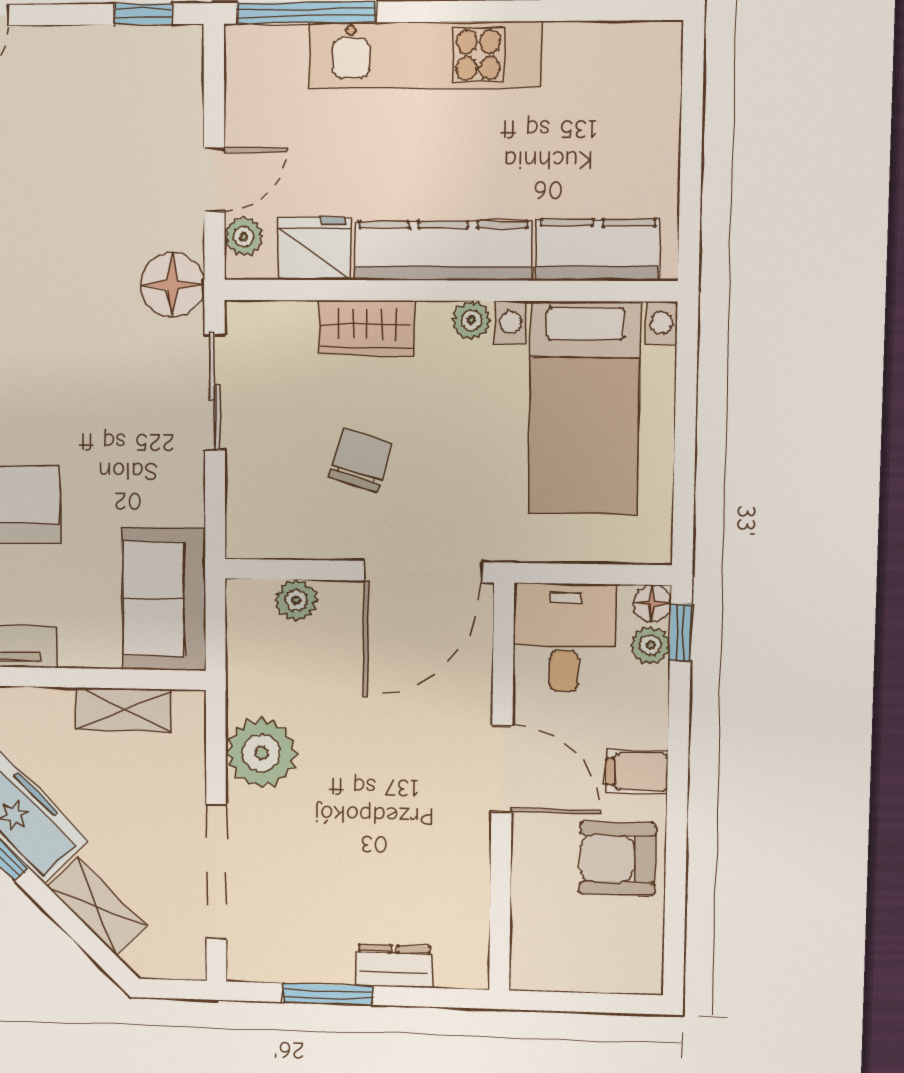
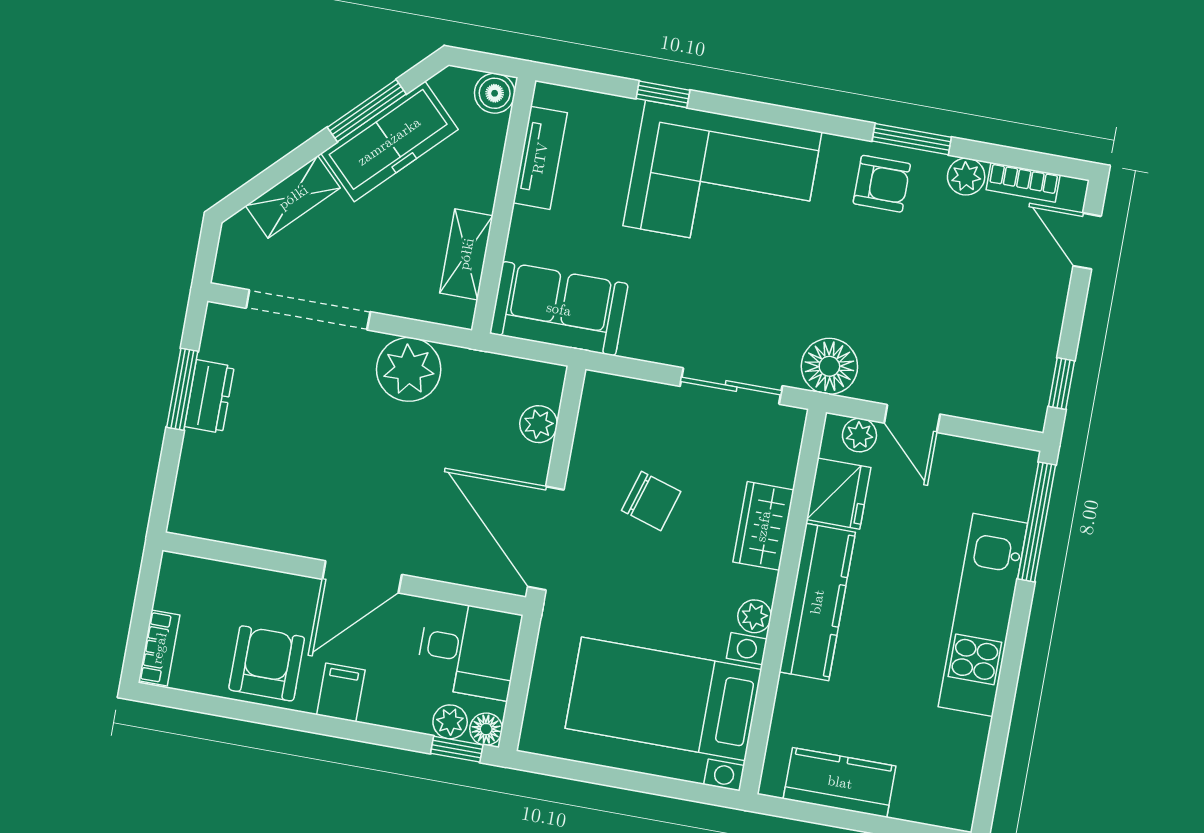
kitchen counter: (598, 250) -> (840, 782), moved, turned -90
dresser: (394, 966) -> (209, 396), moved
bookcase: (620, 978) -> (159, 648), added

